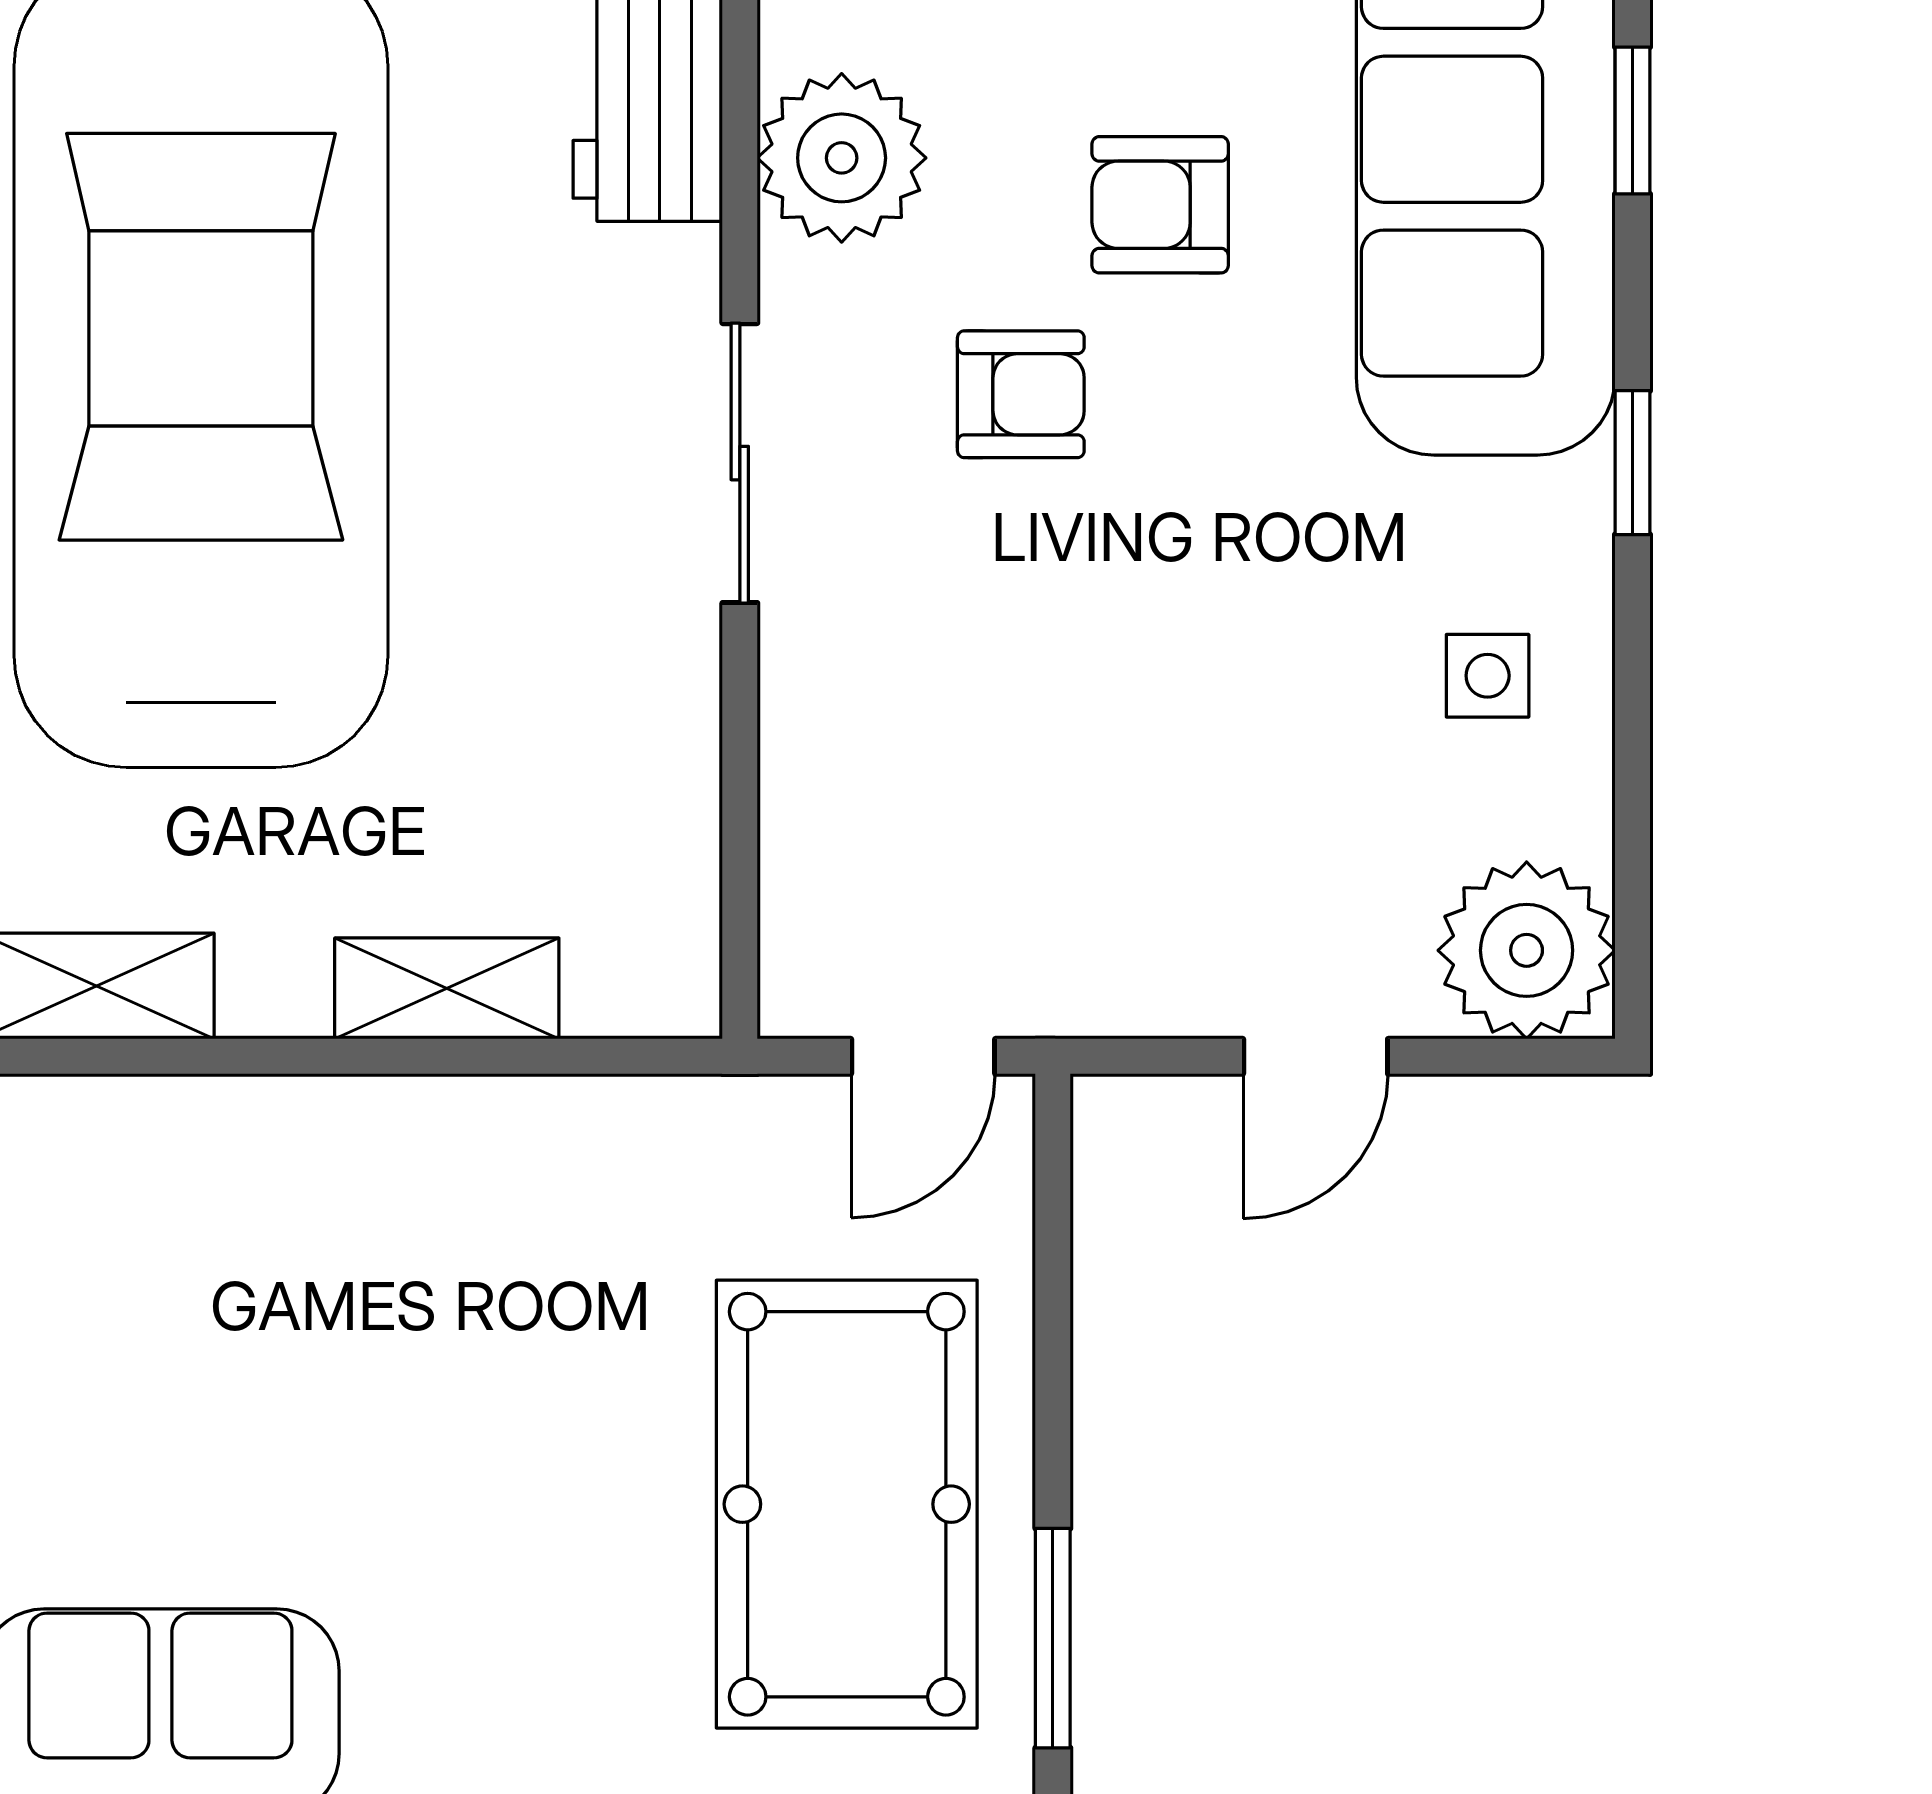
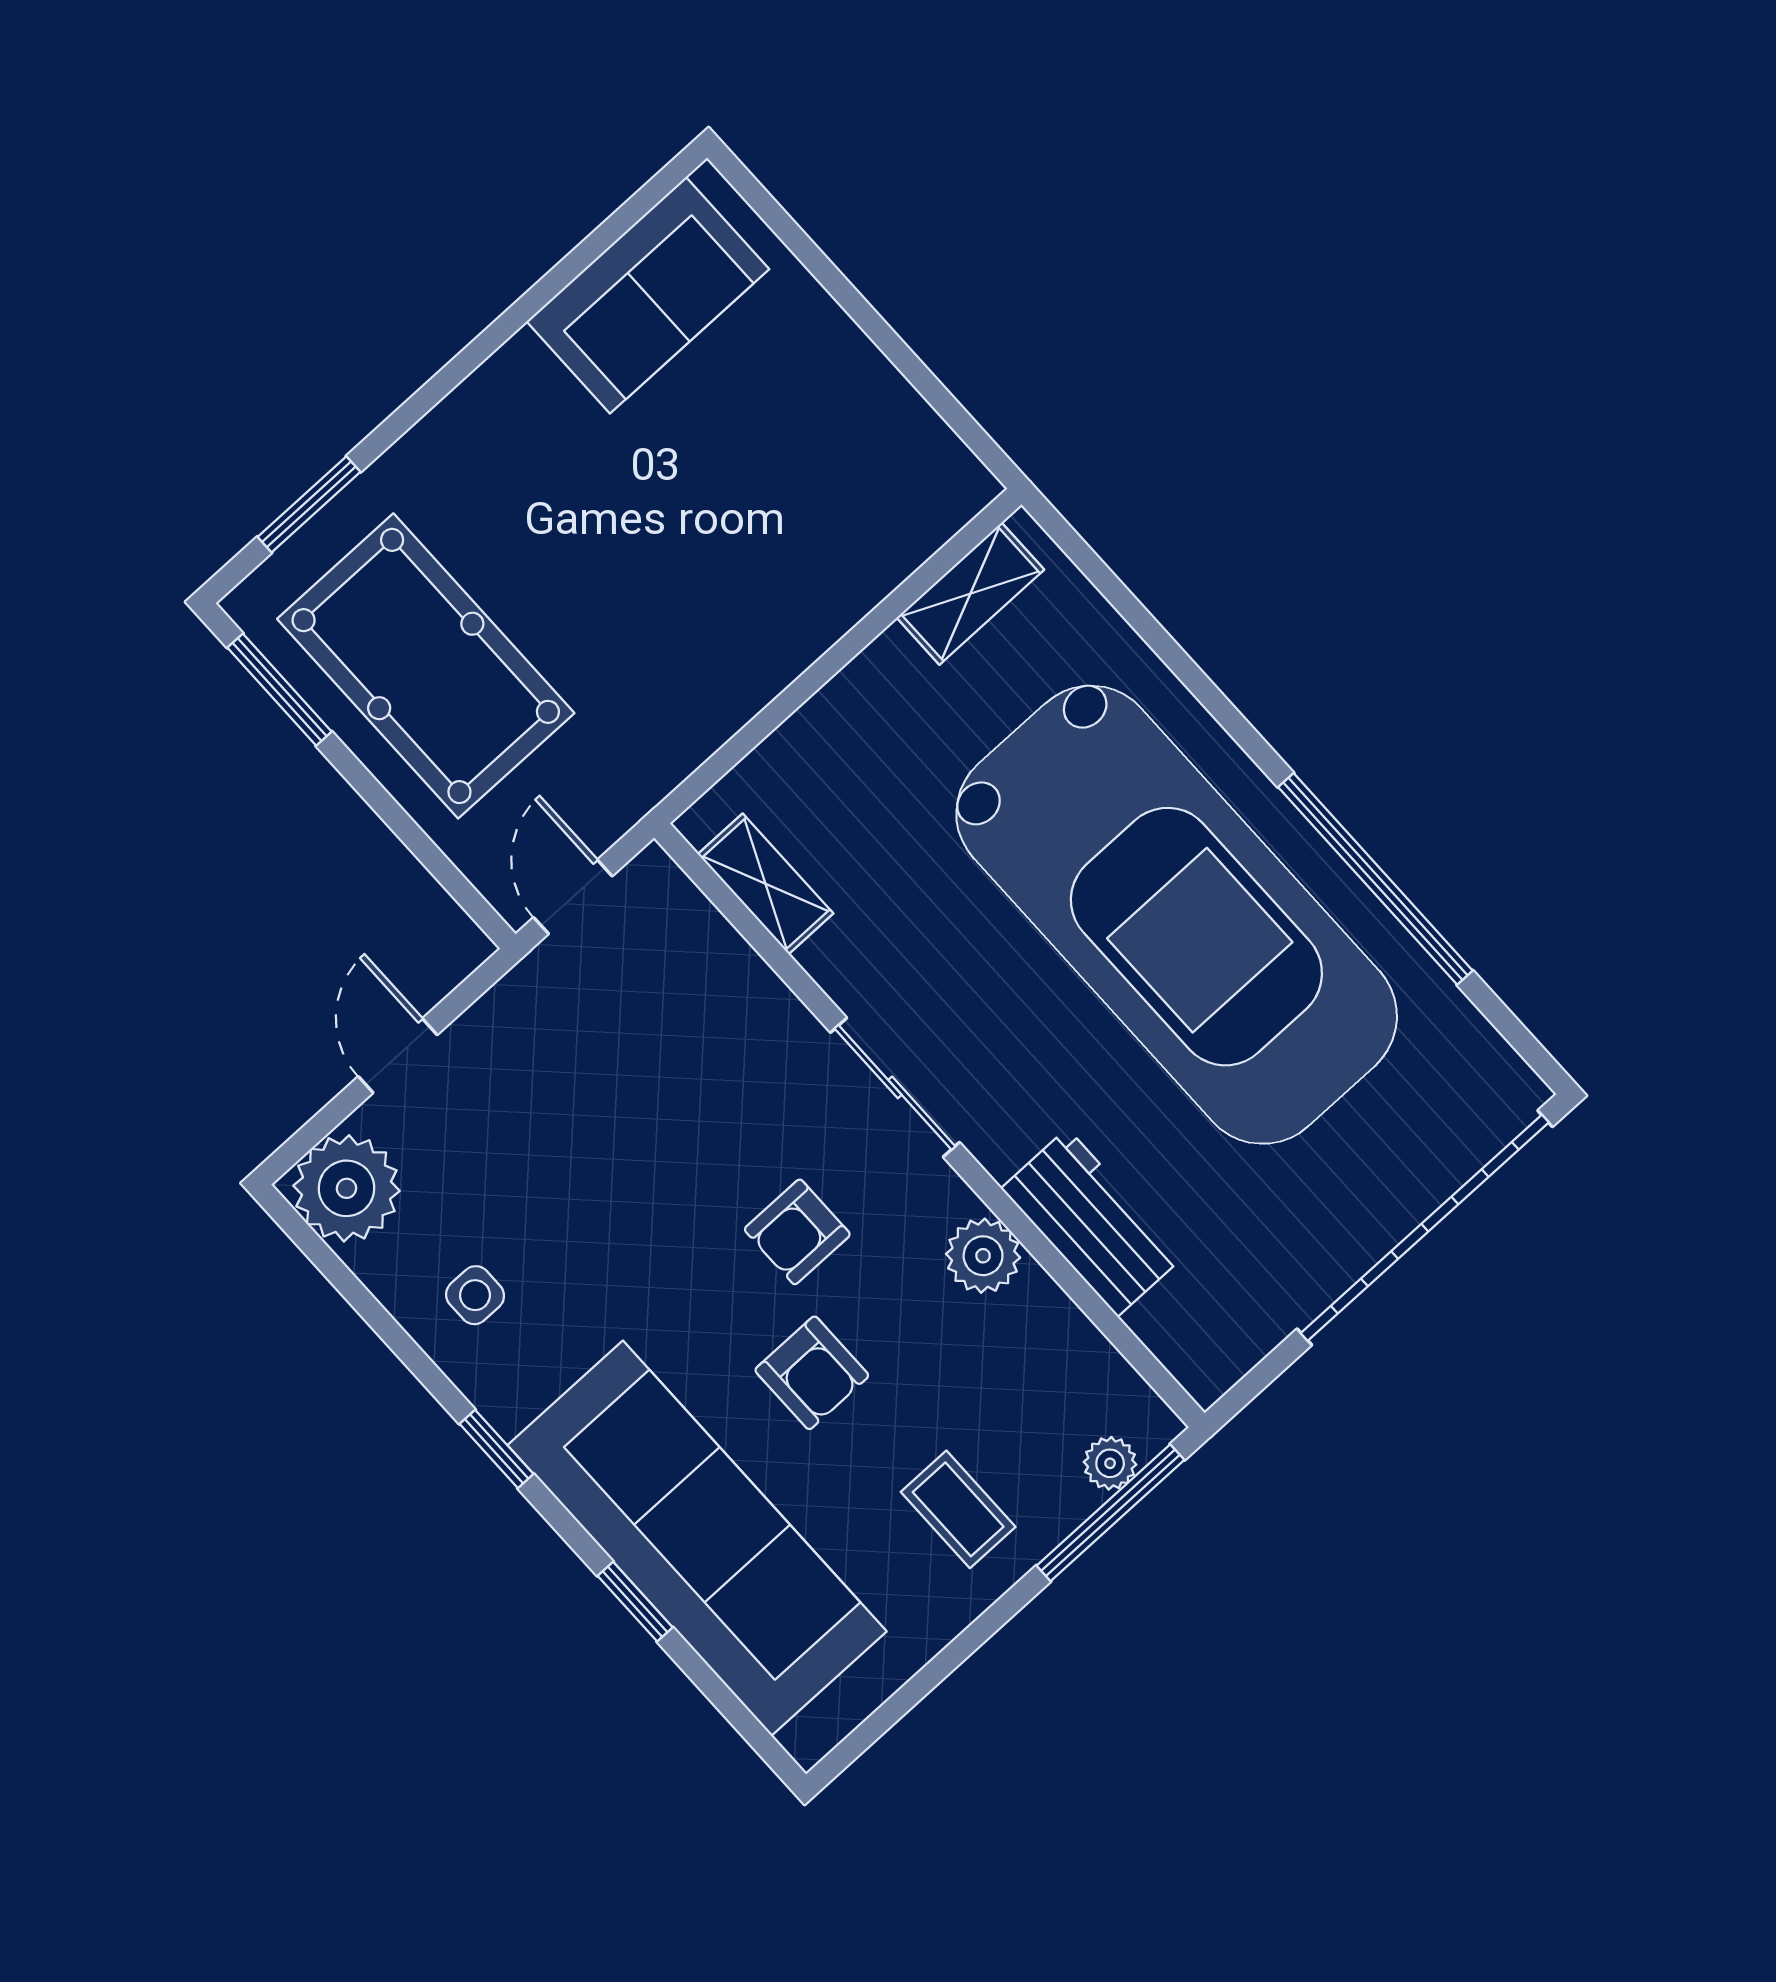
plant: (842, 158) -> (983, 1256), width x0.73, depth x0.73
armchair: (1160, 205) -> (812, 1373), turned 90
shelving: (447, 988) -> (766, 884), moved, turned 90

